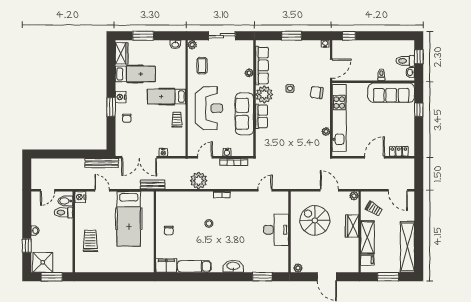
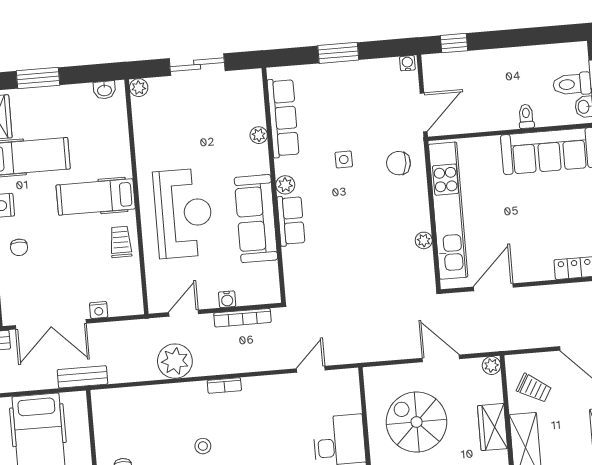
coffee table: (202, 66) -> (162, 128), removed
plant: (264, 94) -> (285, 185), width x0.53, depth x0.53
door: (374, 157) -> (493, 287), moved

